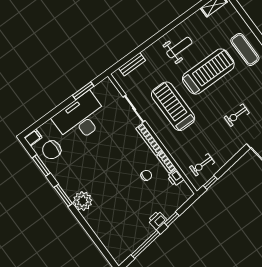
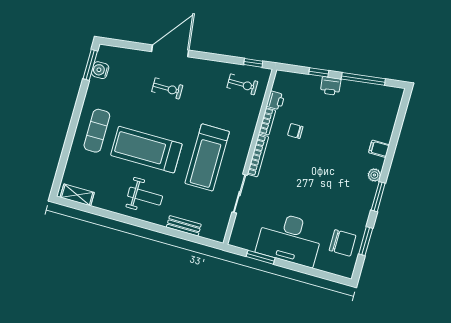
weight bench: (179, 48) -> (145, 196), turned 180
bench: (132, 64) -> (184, 226), moved
filing cabinet: (33, 138) -> (379, 149), moved
plant: (83, 201) -> (374, 175), width x0.53, depth x0.53

